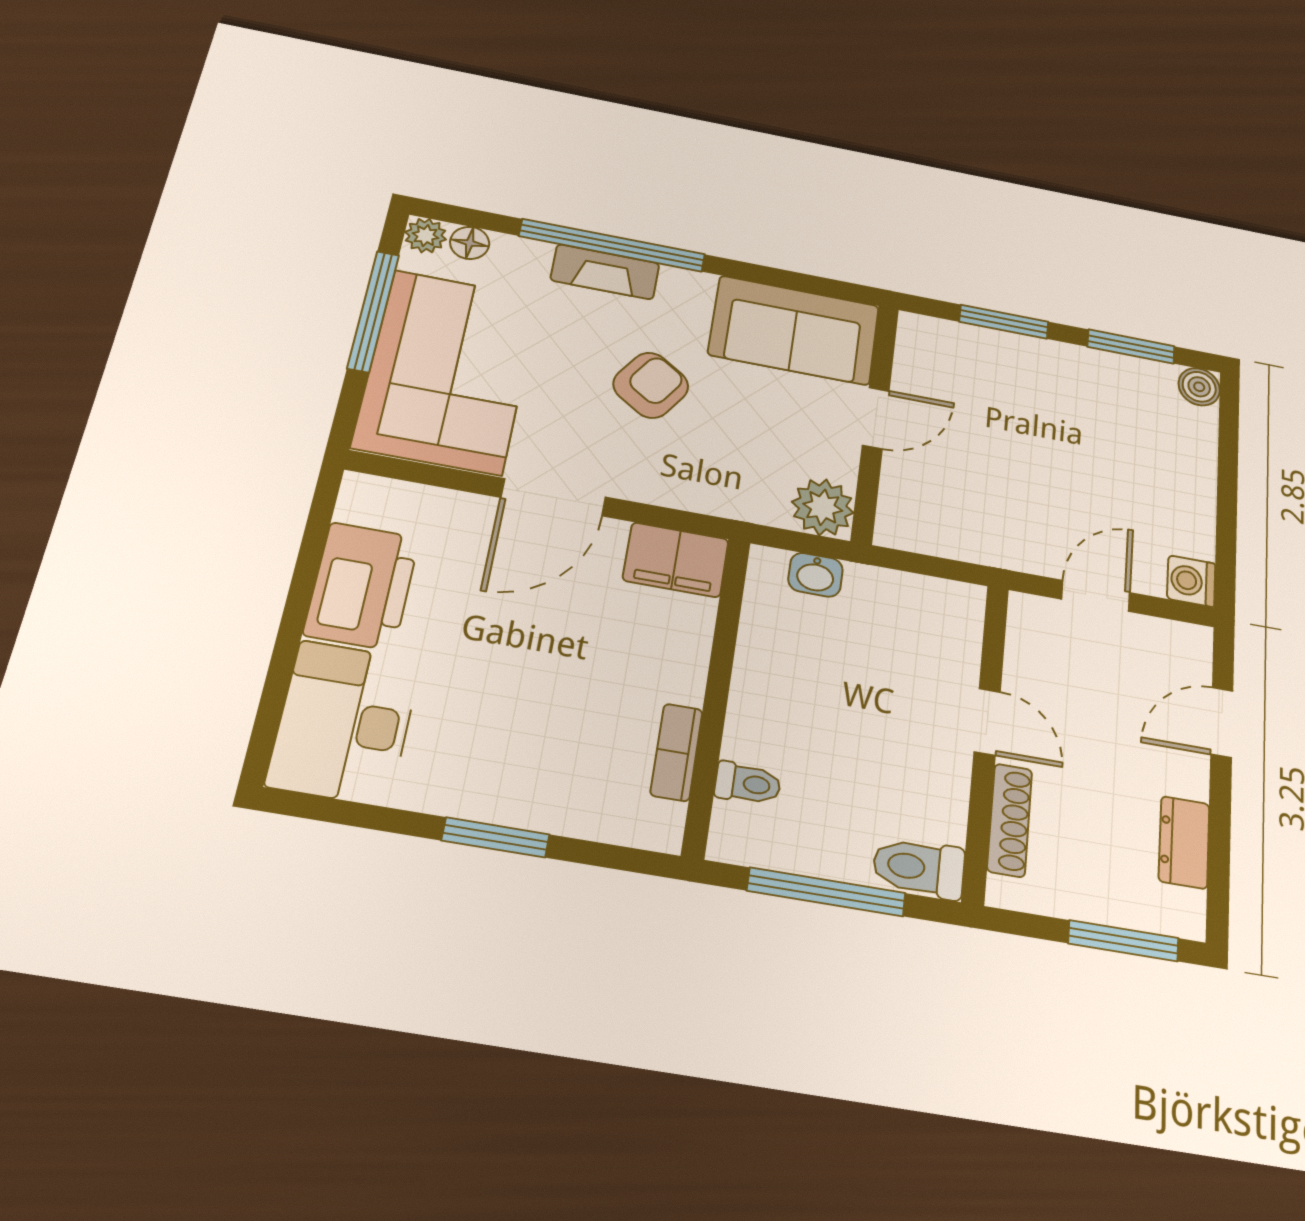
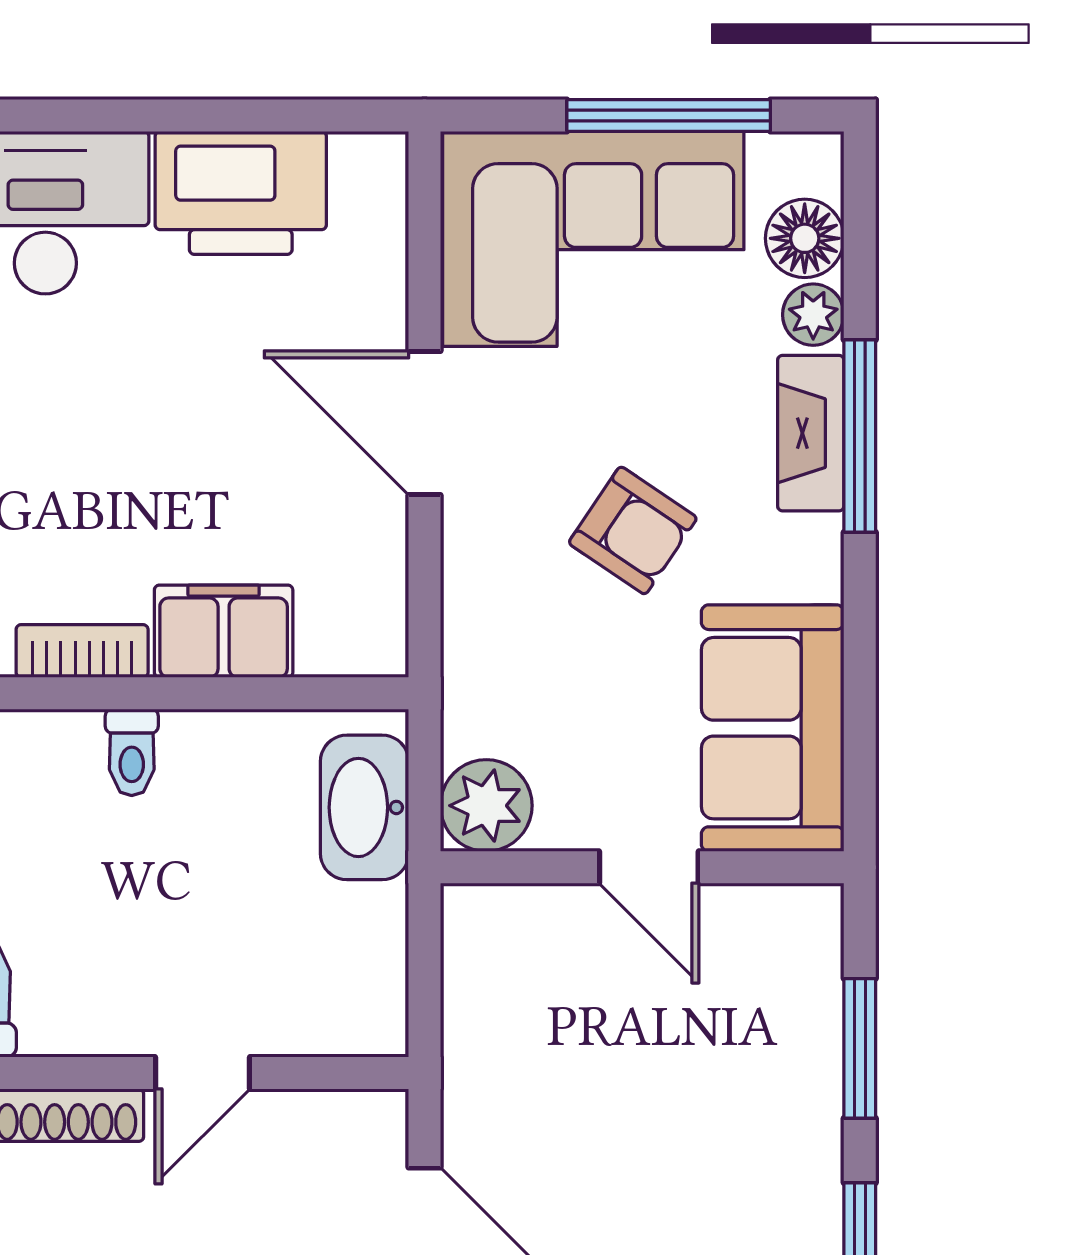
plant: (426, 236) -> (813, 315), moved
floor lamp: (470, 243) -> (805, 238), width x1.37, depth x1.37
window: (612, 245) -> (860, 436), width x0.68
filing cabinet: (676, 560) -> (224, 631), moved, turned 90
washbasin: (815, 575) -> (365, 807), width x1.91, depth x1.45
toilet: (748, 783) -> (132, 752), moved

